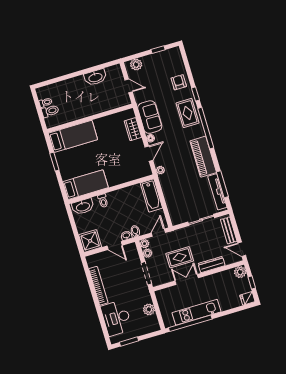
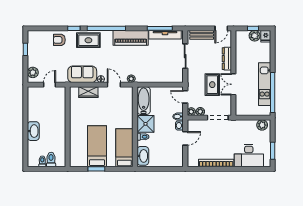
washbasin: (95, 77) -> (33, 131), moved
bed: (73, 136) -> (97, 146), moved
bathtub: (151, 195) -> (144, 101), moved, turned -90
shower: (90, 241) -> (146, 124), moved
plant: (240, 272) -> (255, 36), moved
plant: (149, 309) -> (262, 125), moved

